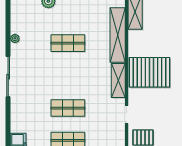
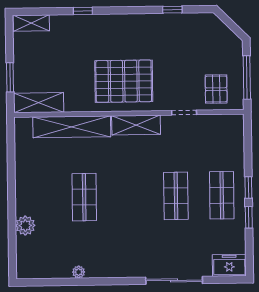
pallet: (149, 72) -> (124, 81), turned 90
sliding door: (8, 77) -> (174, 280), moved

